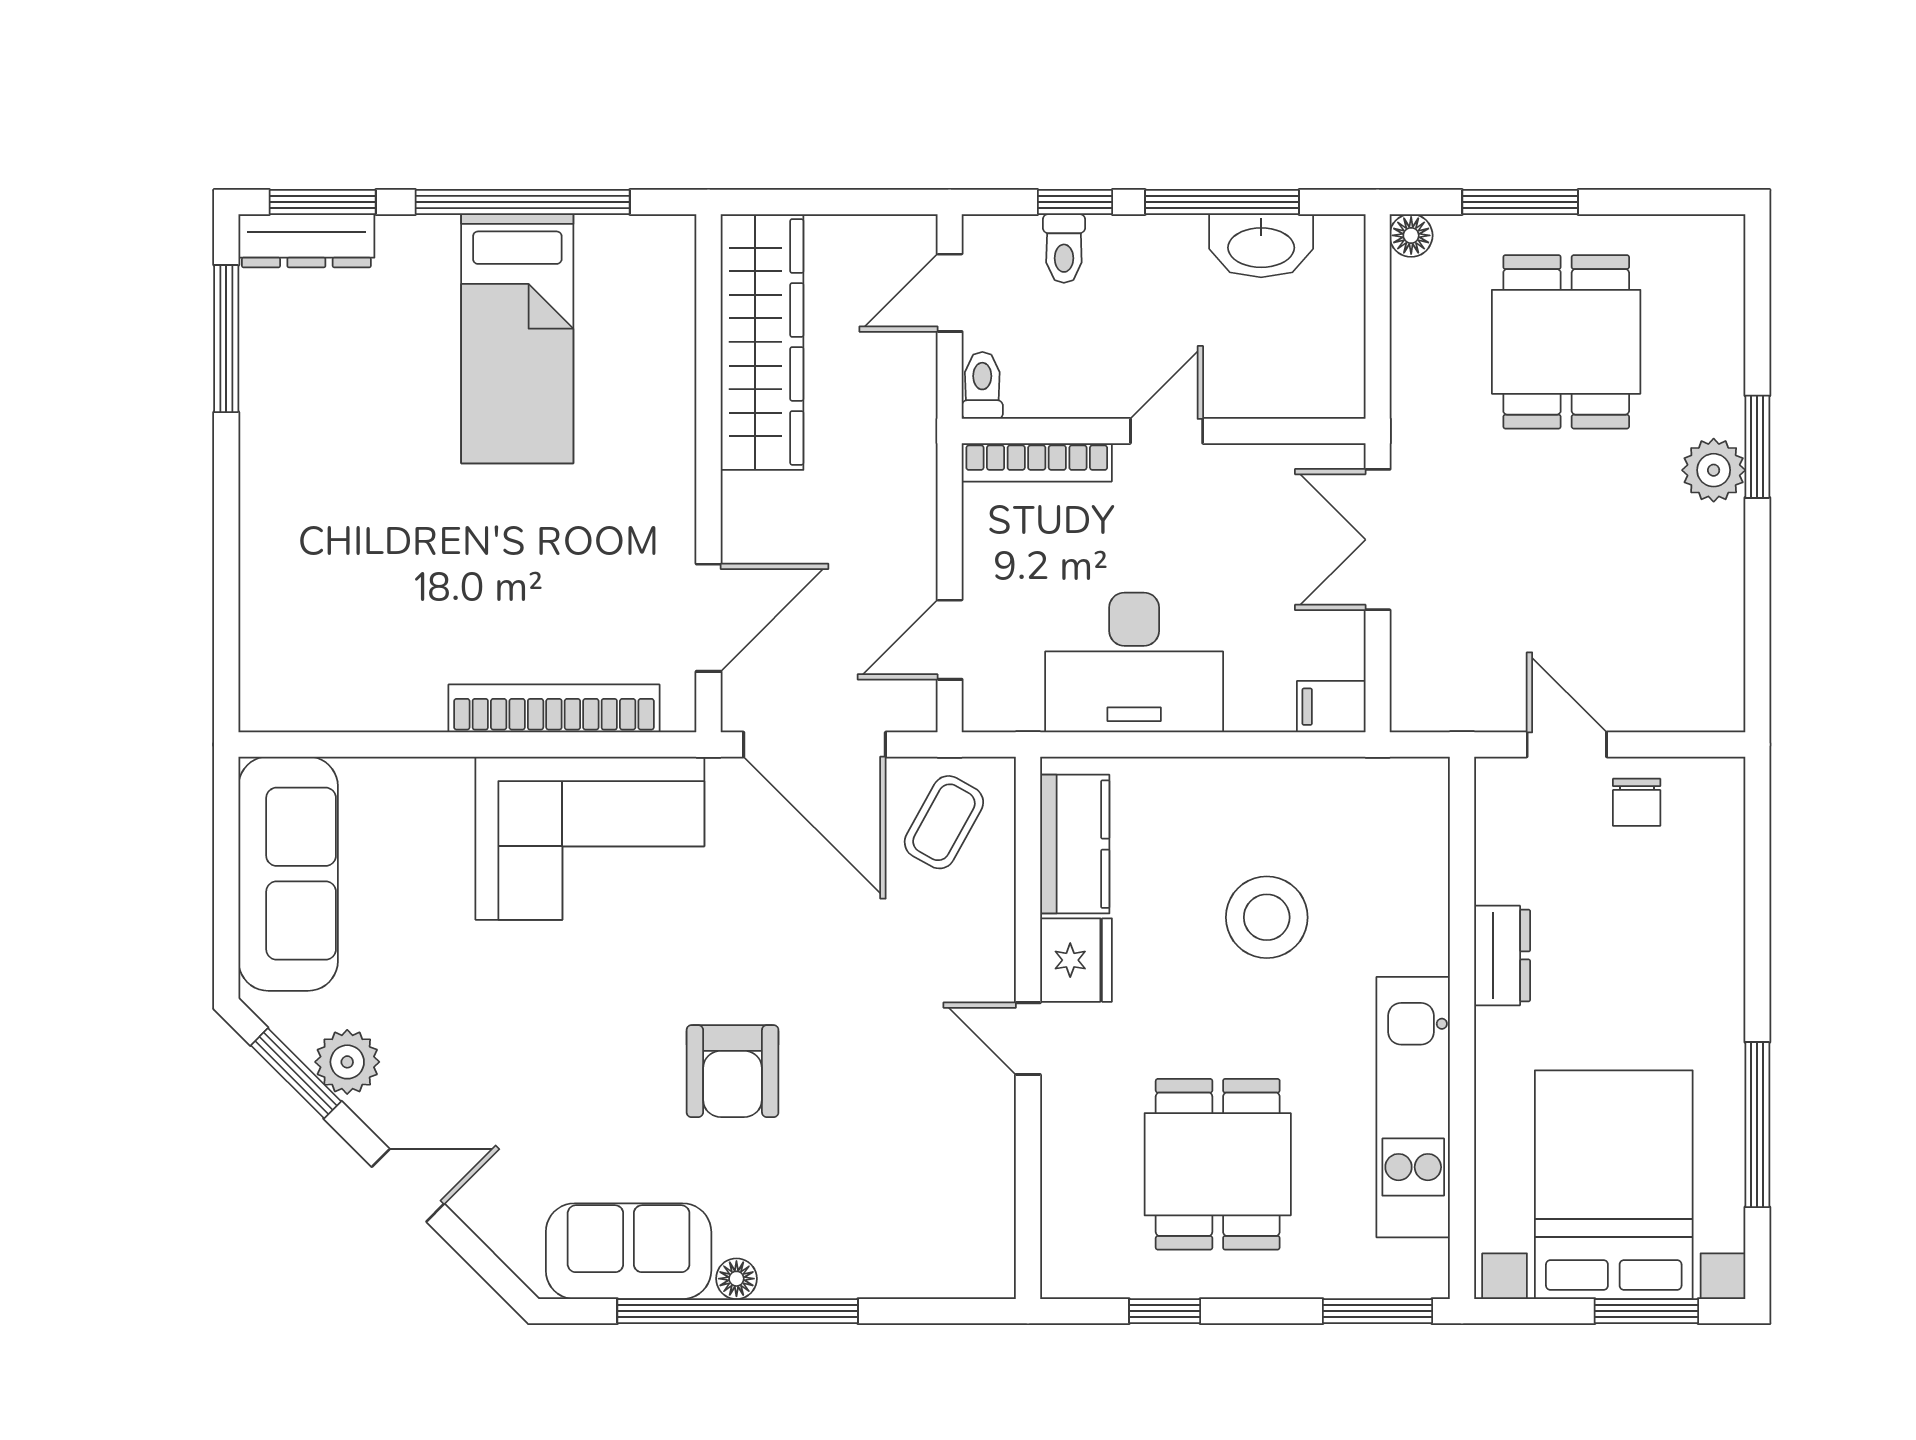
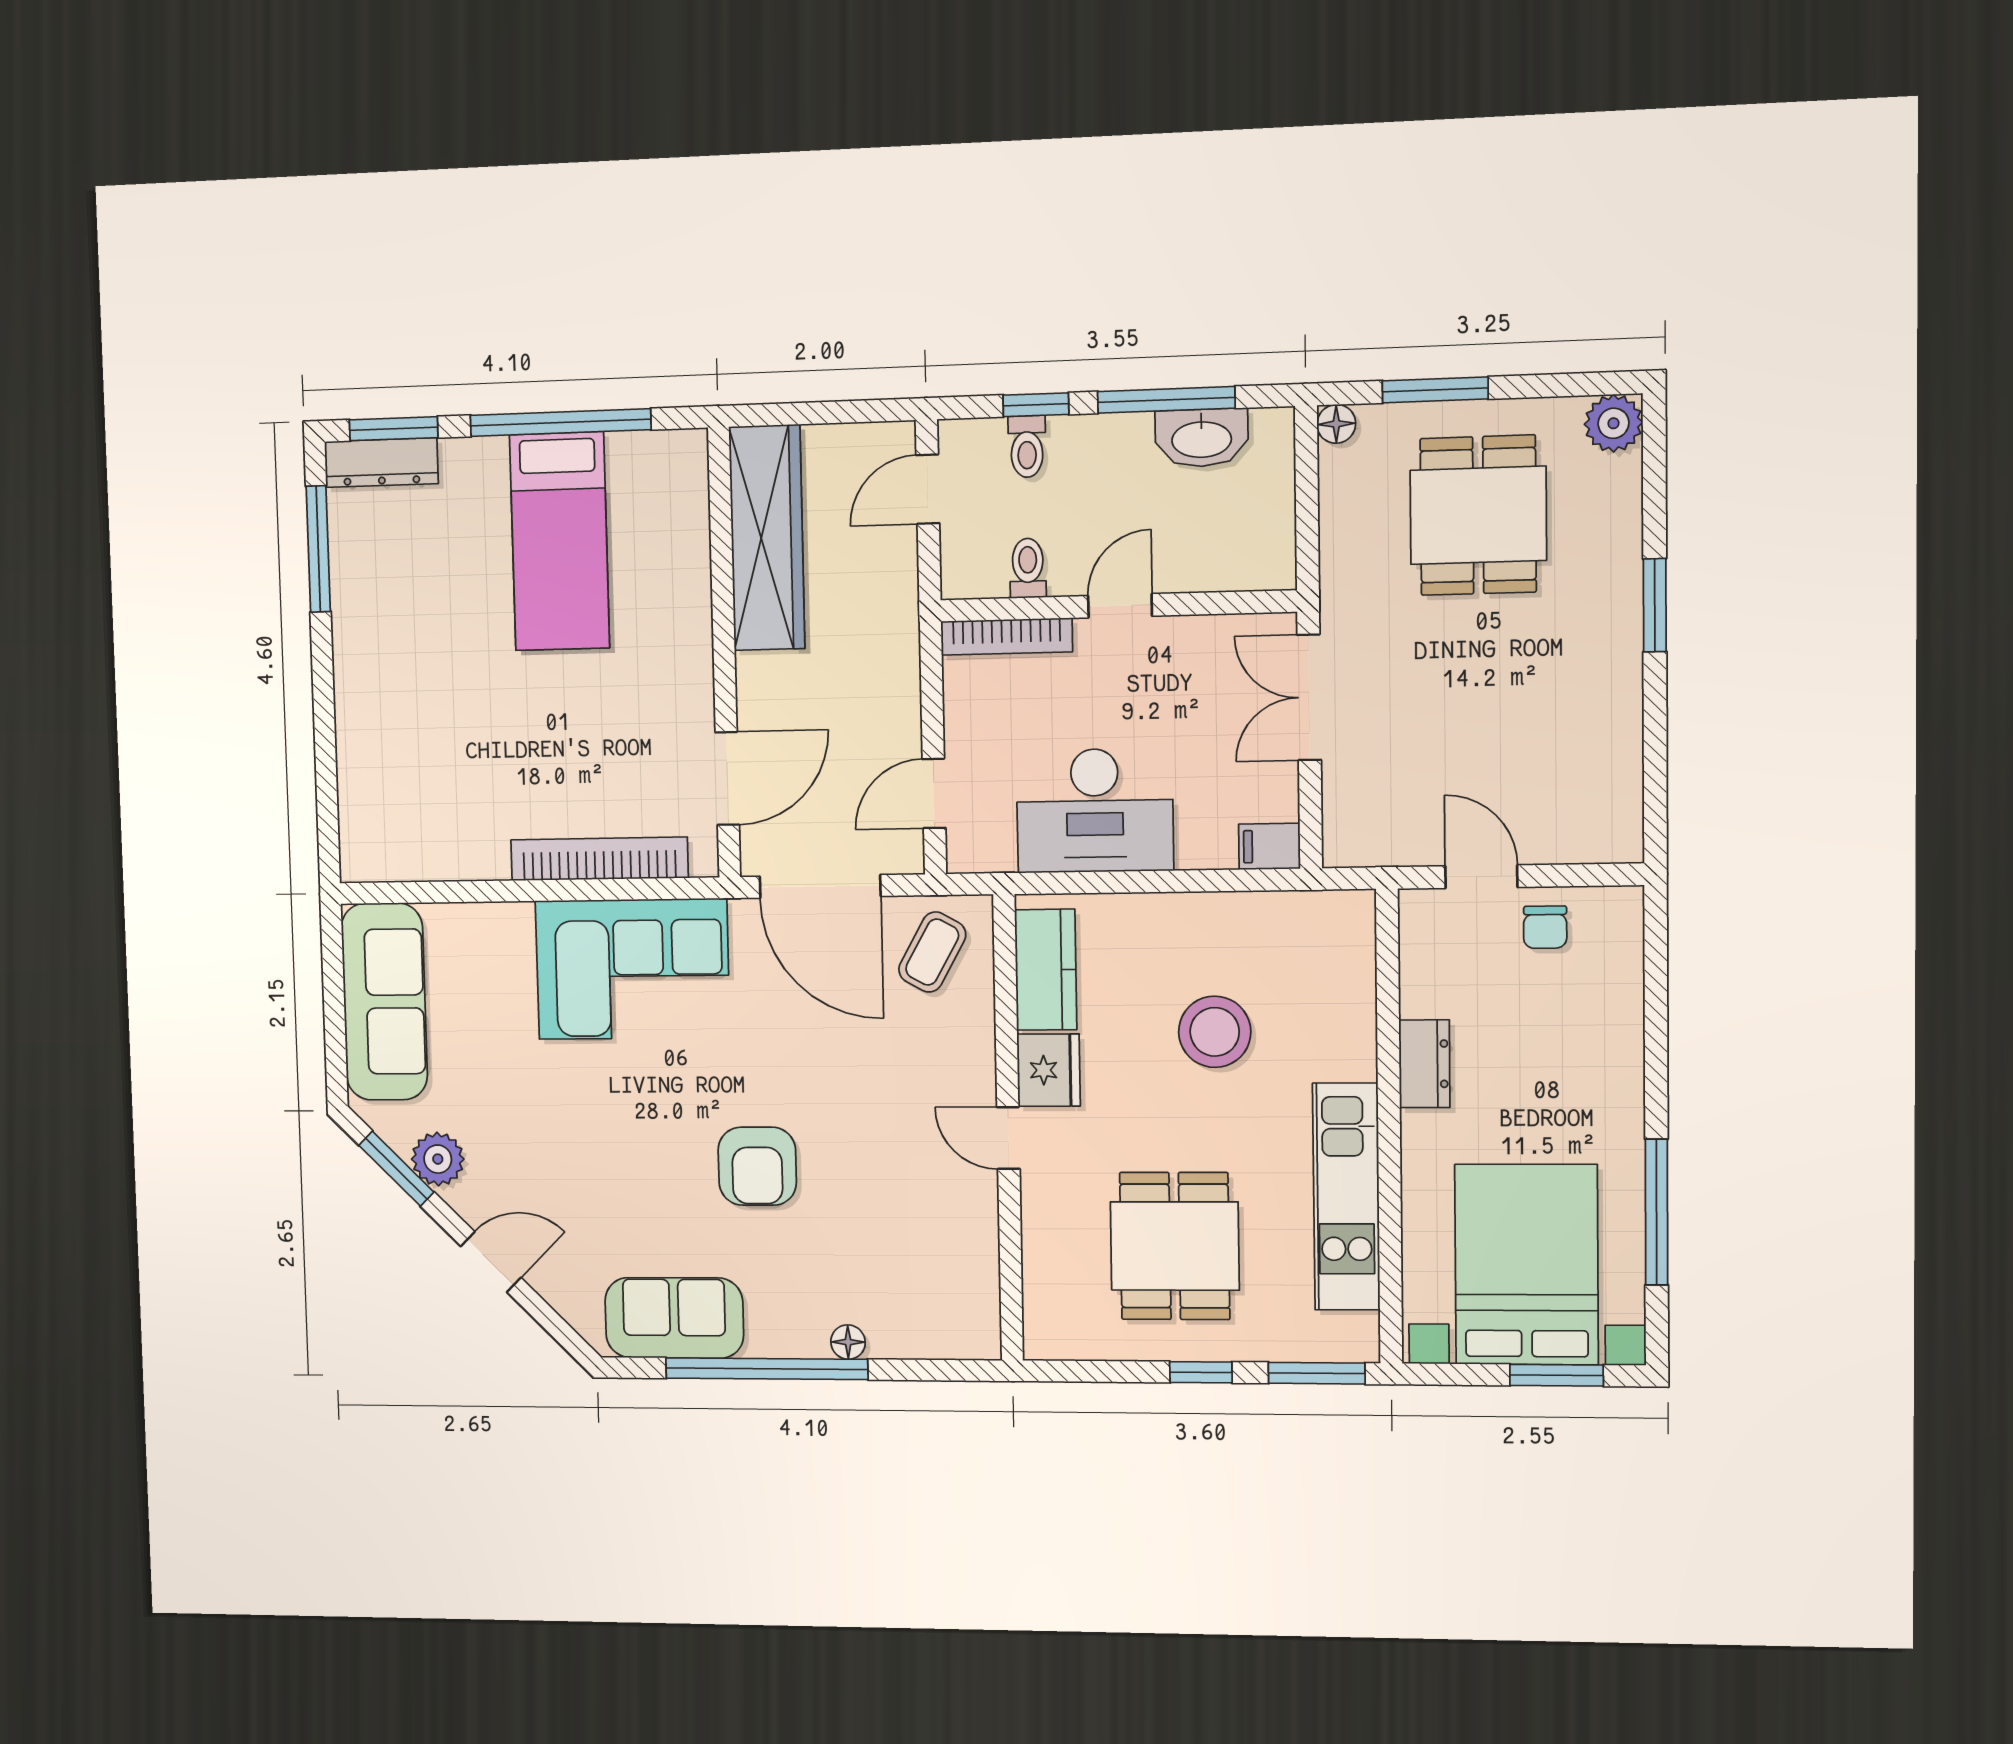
toilet: (982, 385) -> (1028, 568), moved
plant: (1714, 470) -> (1614, 423), moved
floor lamp: (736, 1279) -> (848, 1342), moved
window: (1165, 1311) -> (1201, 1372), moved

